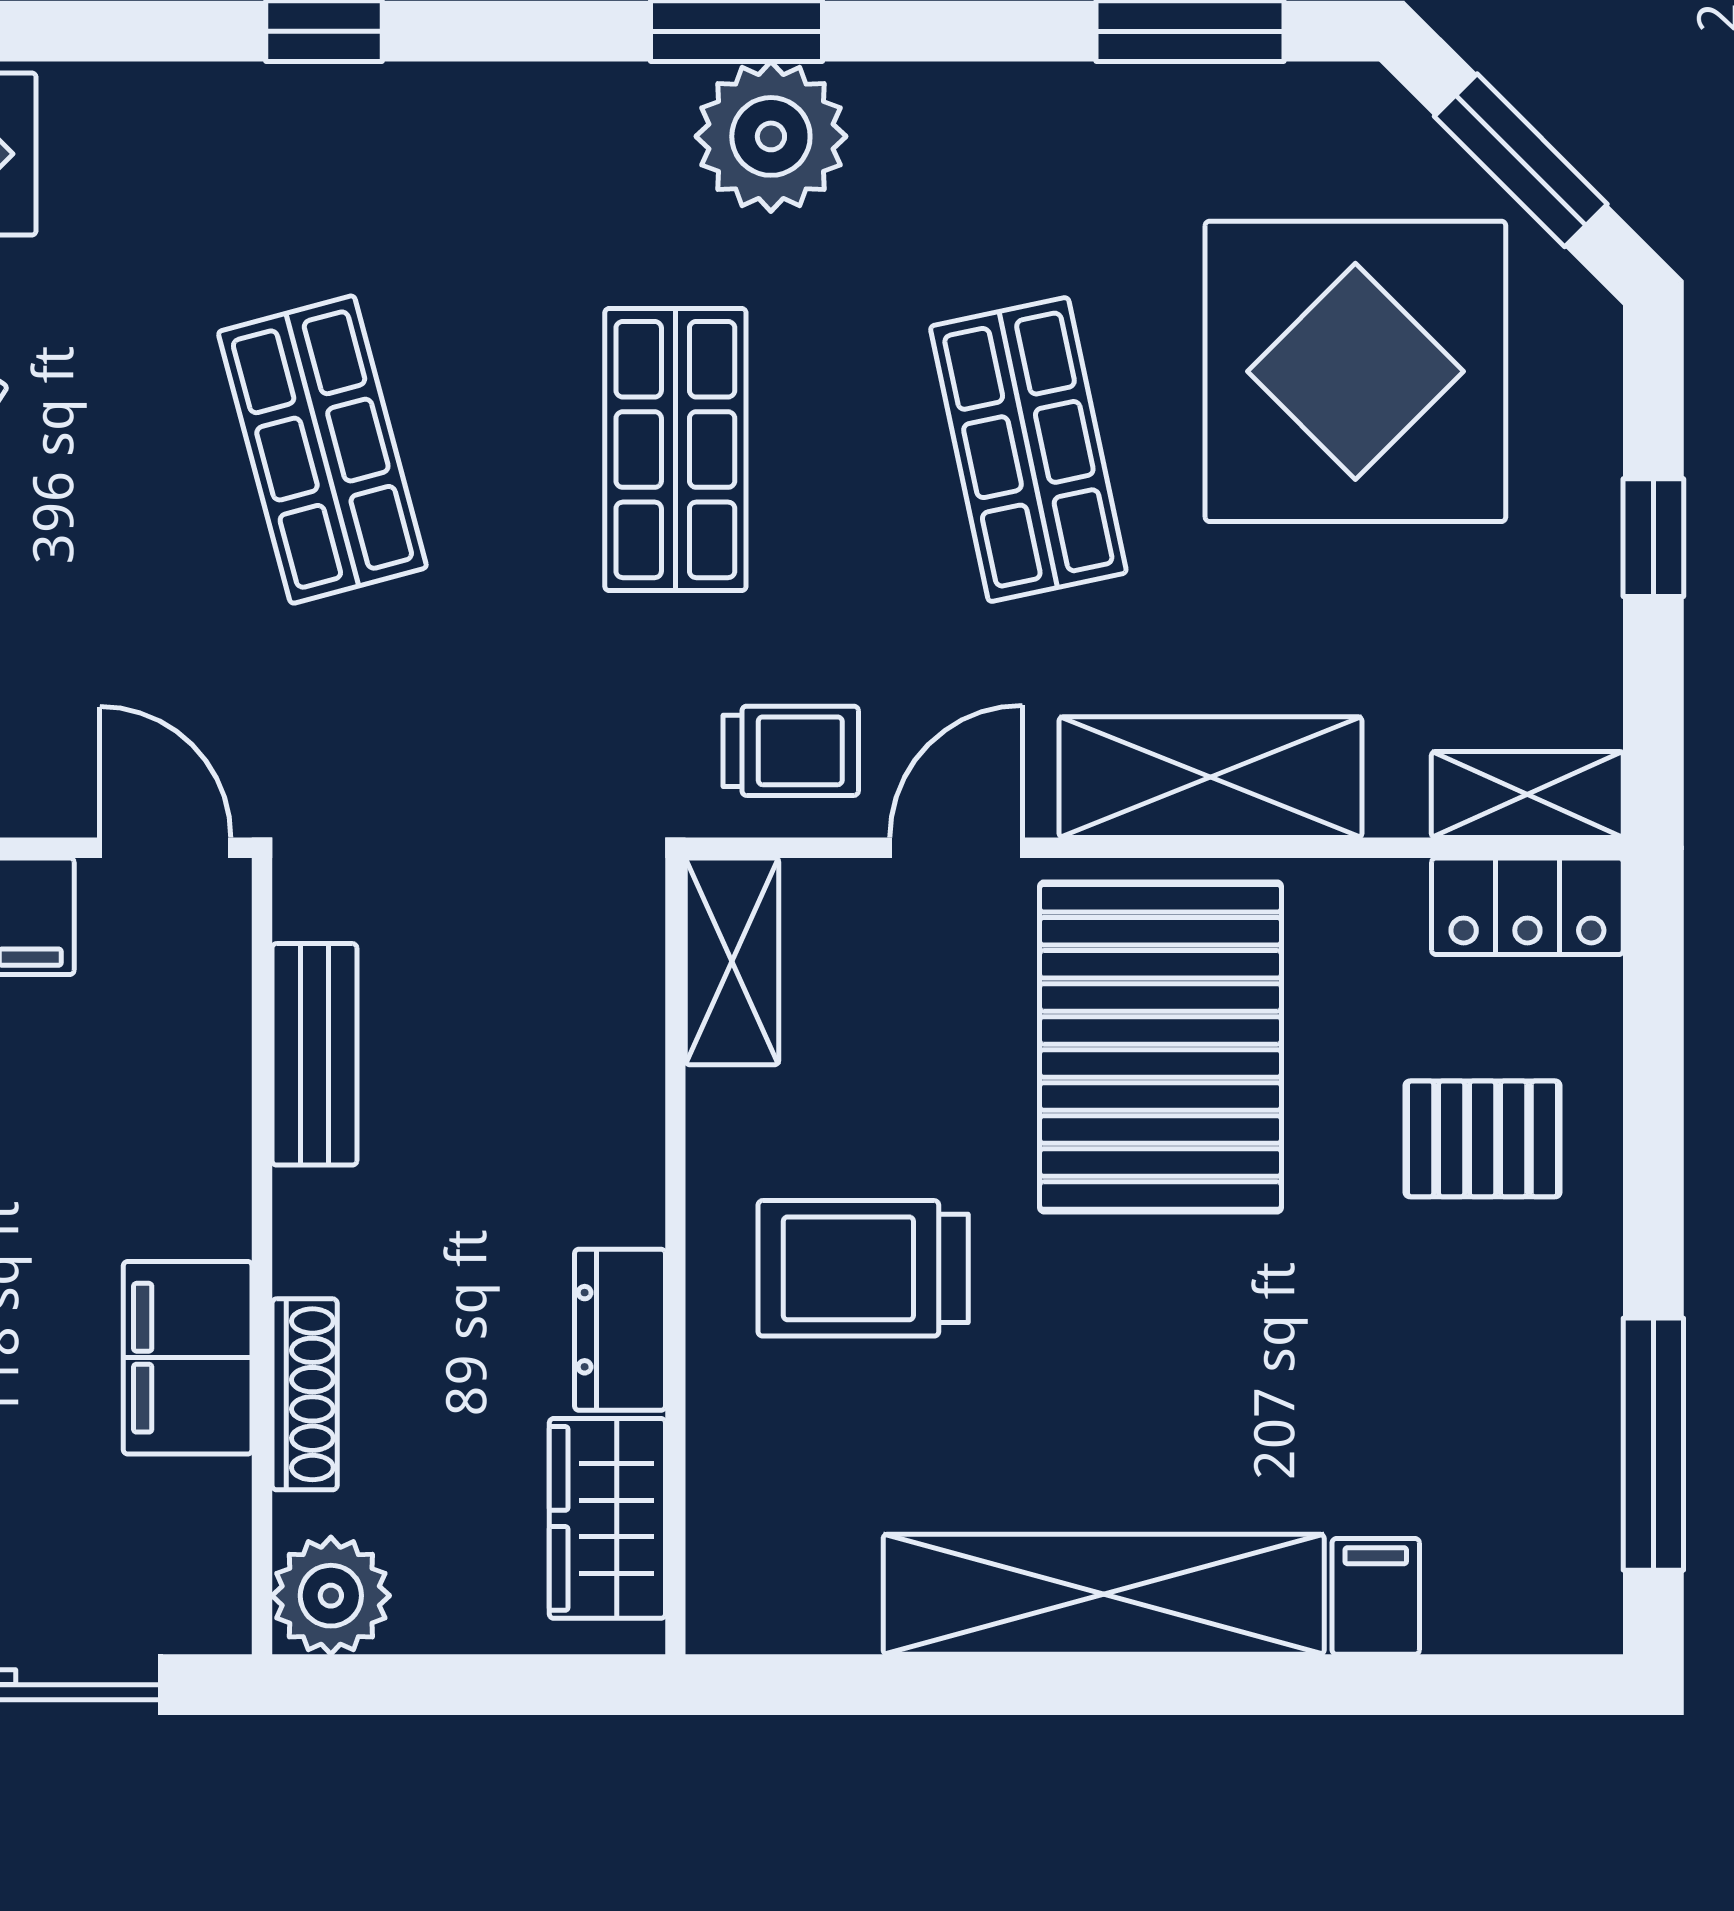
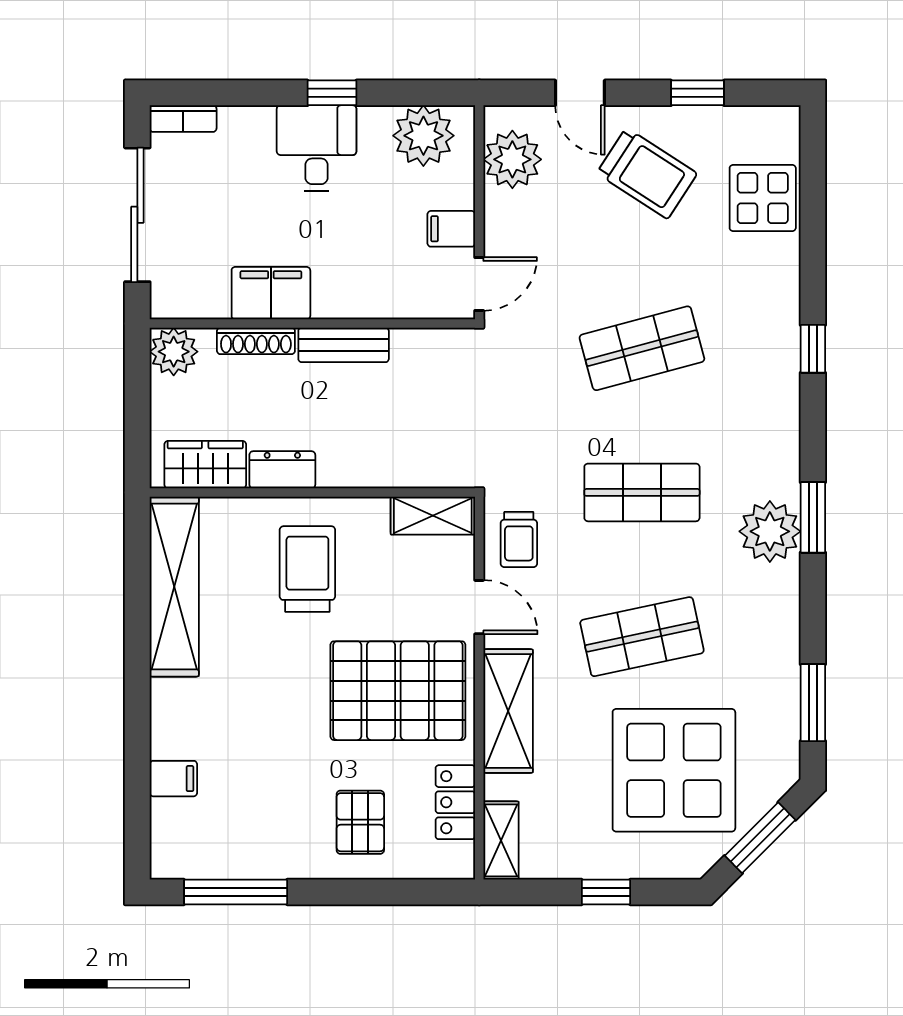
locker: (1527, 906) -> (455, 802), moved
bench: (314, 1054) -> (344, 345), moved
shelving: (1104, 1594) -> (174, 587), moved

